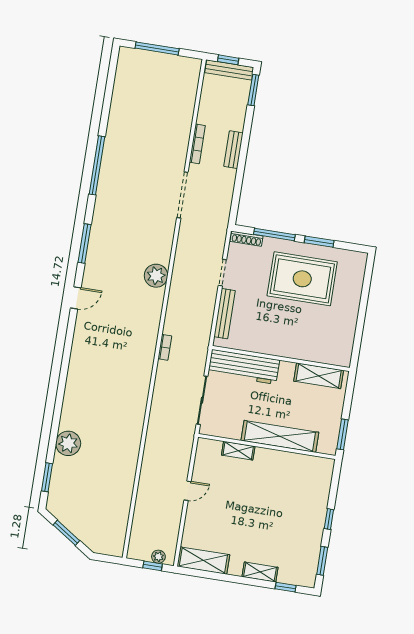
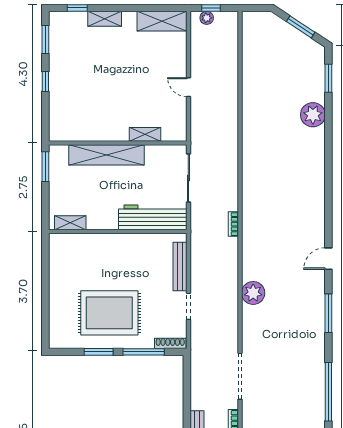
shelving: (319, 376) -> (70, 223), width x0.67, depth x0.75
door: (188, 491) -> (188, 87), hinge flipped

